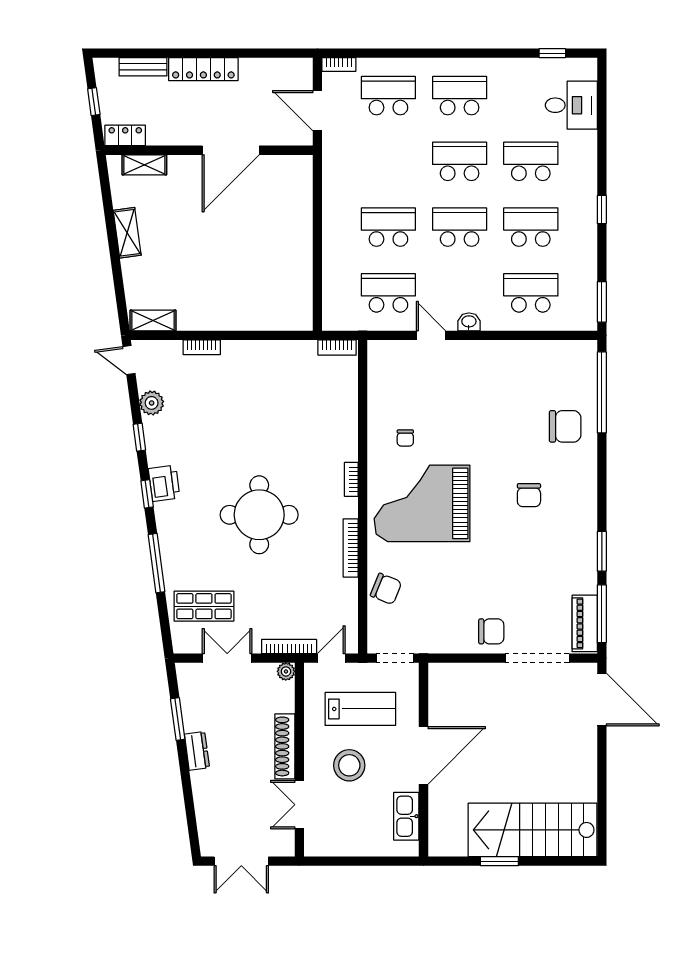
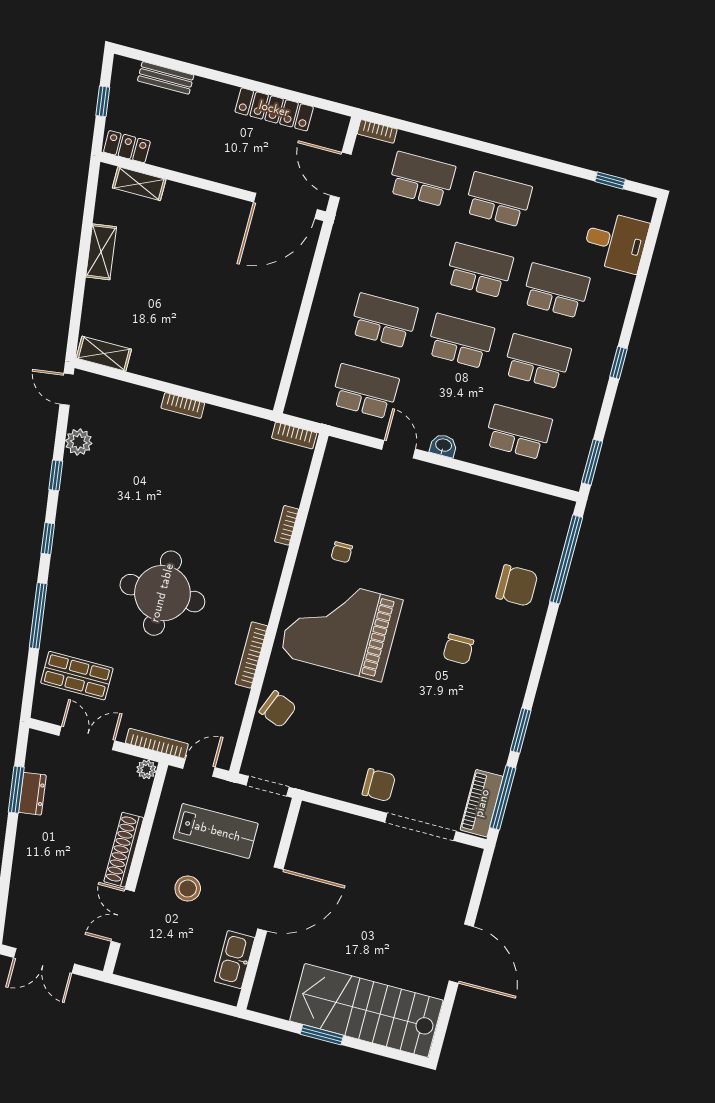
locker: (203, 69) -> (274, 109), moved
door: (231, 150) -> (285, 206), moved
bookcase: (202, 347) -> (183, 406), moved
bookcase: (351, 479) -> (287, 525), moved
printer: (164, 483) -> (69, 532), removed
door: (602, 700) -> (461, 954), moved
dresser: (197, 751) -> (32, 794), moved
stool: (349, 765) -> (188, 888), width x0.73, depth x0.73

